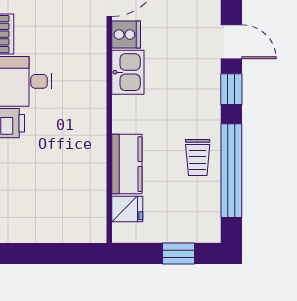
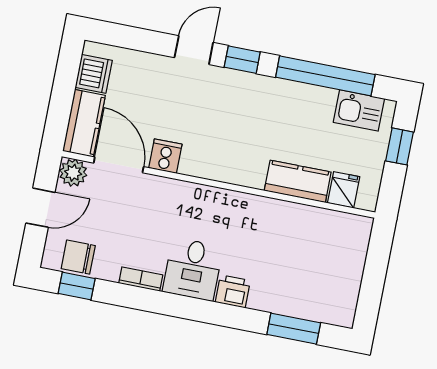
kitchen sink: (128, 72) -> (359, 110), moved, turned 180
trolley: (198, 158) -> (305, 108), removed

